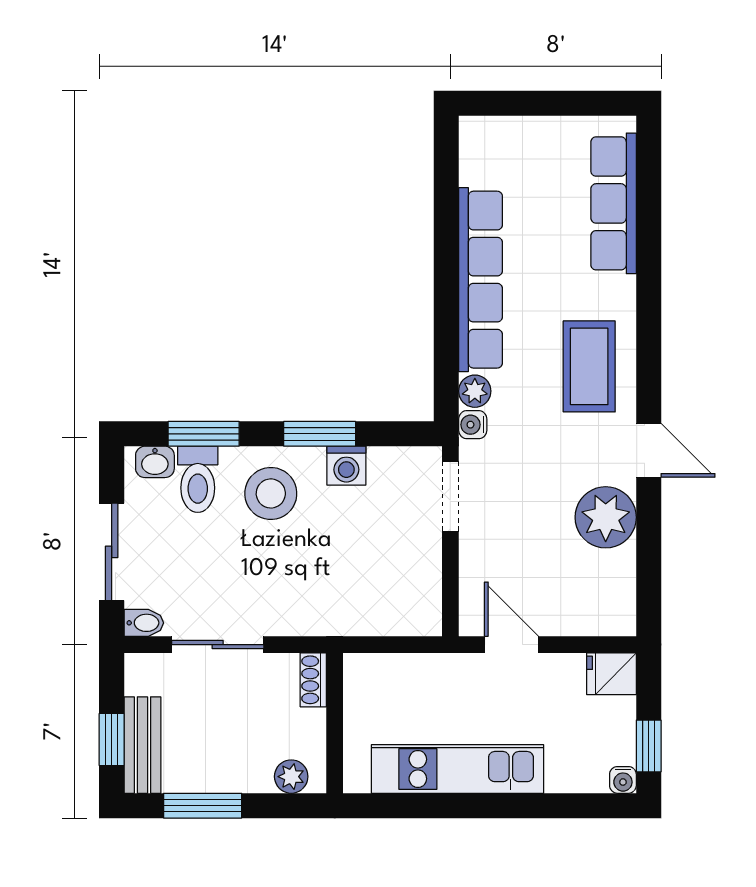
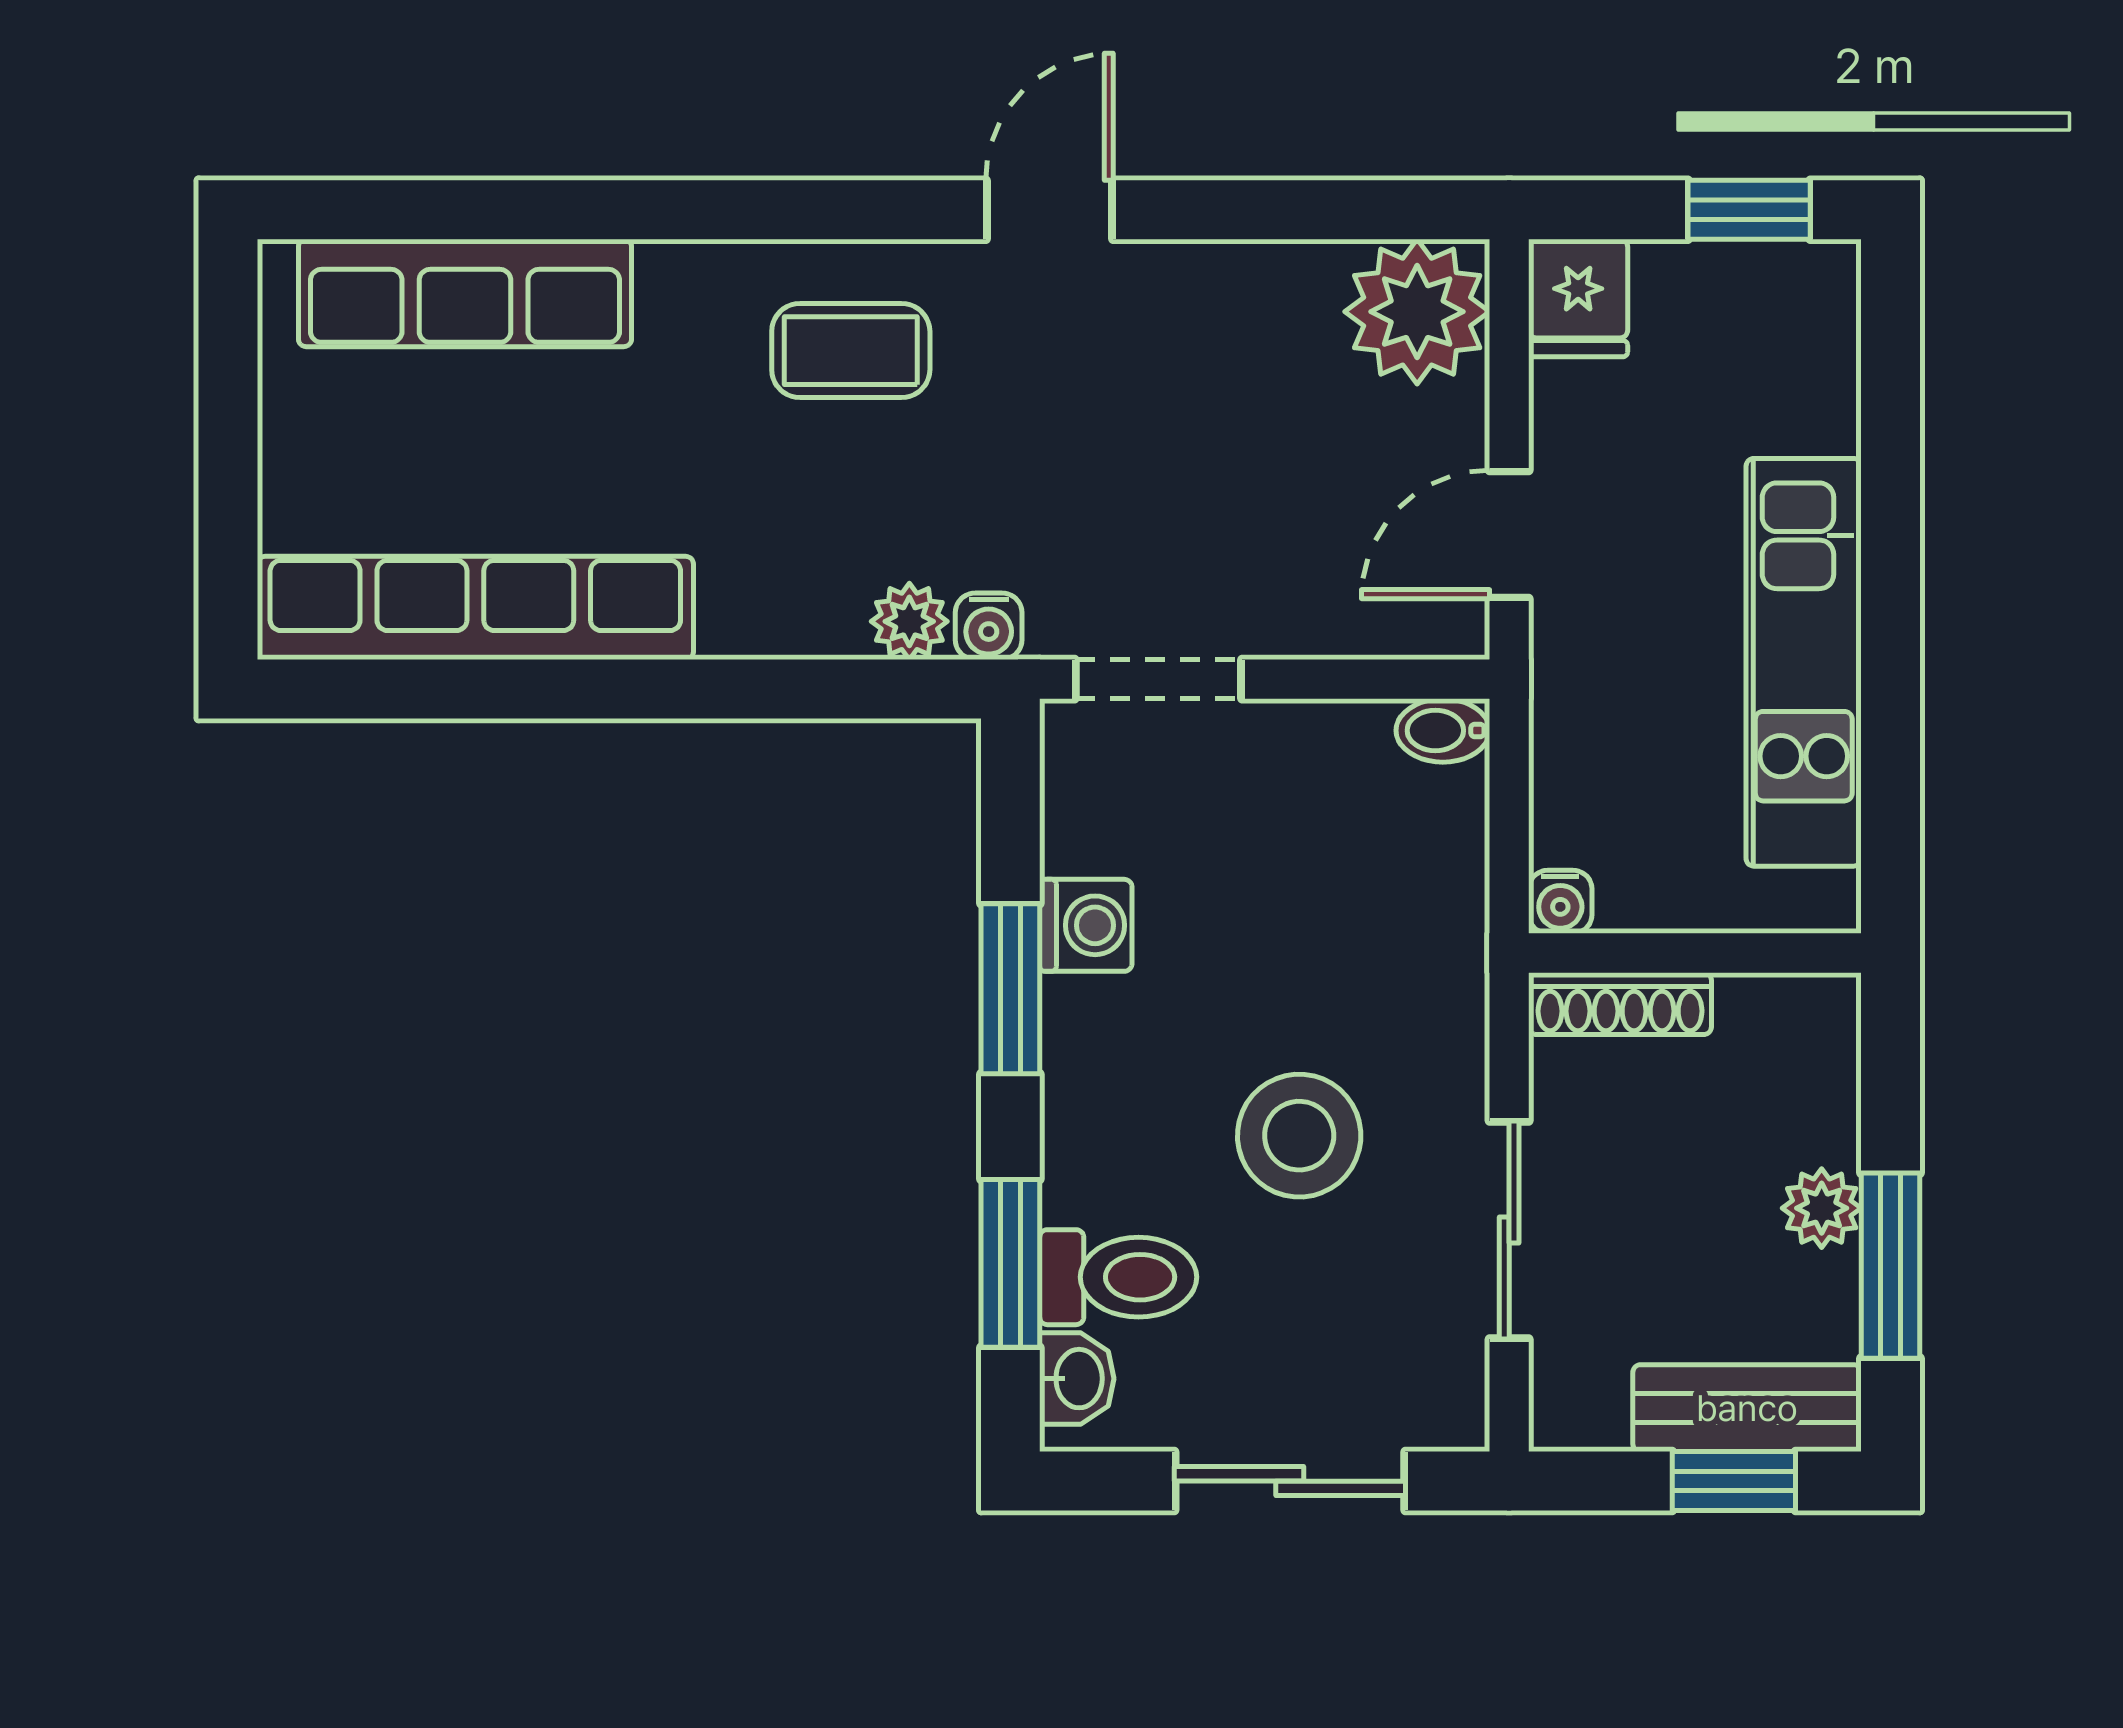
row of seats: (480, 280) -> (475, 608), moved
coffee table: (589, 366) -> (851, 351), width x0.73, depth x0.77
stool: (271, 493) -> (1299, 1136), moved
plant: (606, 517) -> (1417, 312), moved
bidet: (144, 623) -> (1443, 730), moved, turned -90
shoe rack: (313, 680) -> (1620, 1004), width x1.43
plant: (291, 777) -> (1822, 1208), moved
water cooler: (623, 780) -> (1560, 902), moved, turned 90

